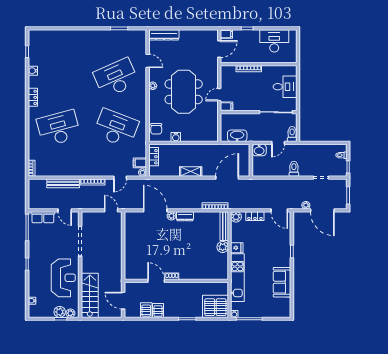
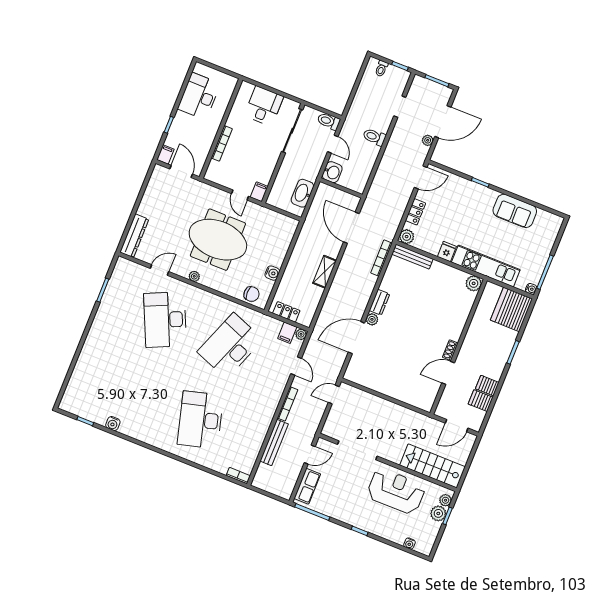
locker: (33, 97) -> (147, 437), removed
plant: (223, 247) -> (474, 283), moved

